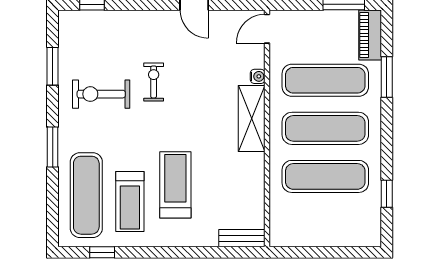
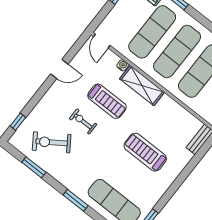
exercise bike: (101, 94) -> (52, 142), moved, turned 56
treadmill: (130, 201) -> (107, 101), moved

